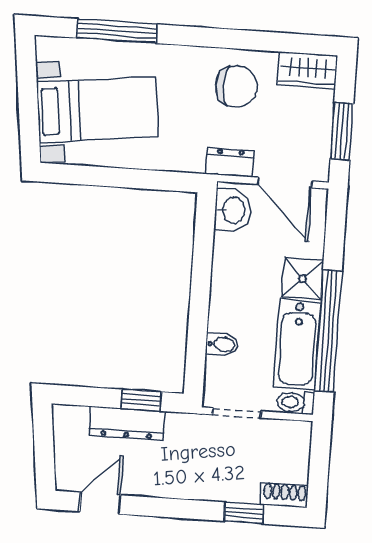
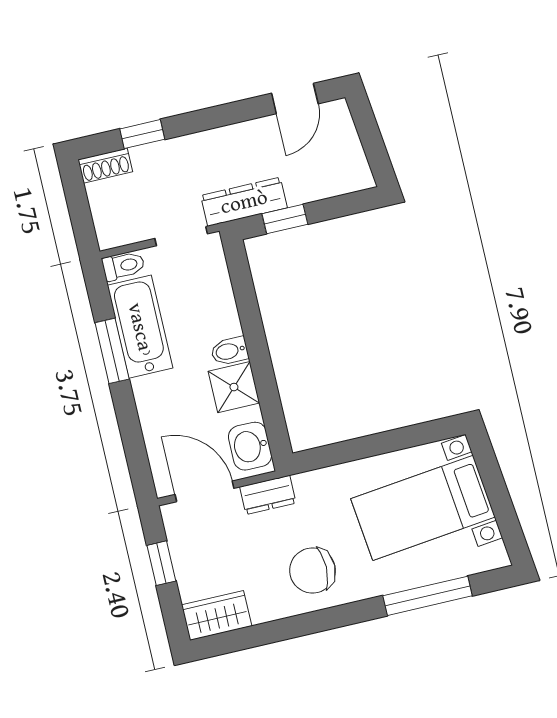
chair: (236, 86) -> (312, 570), moved
window: (342, 131) -> (161, 563), width x0.67
shower: (303, 279) -> (234, 387), moved
window: (328, 331) -> (112, 351), width x0.47
bidet: (222, 344) -> (230, 351), moved
dresser: (127, 423) -> (244, 202), moved

